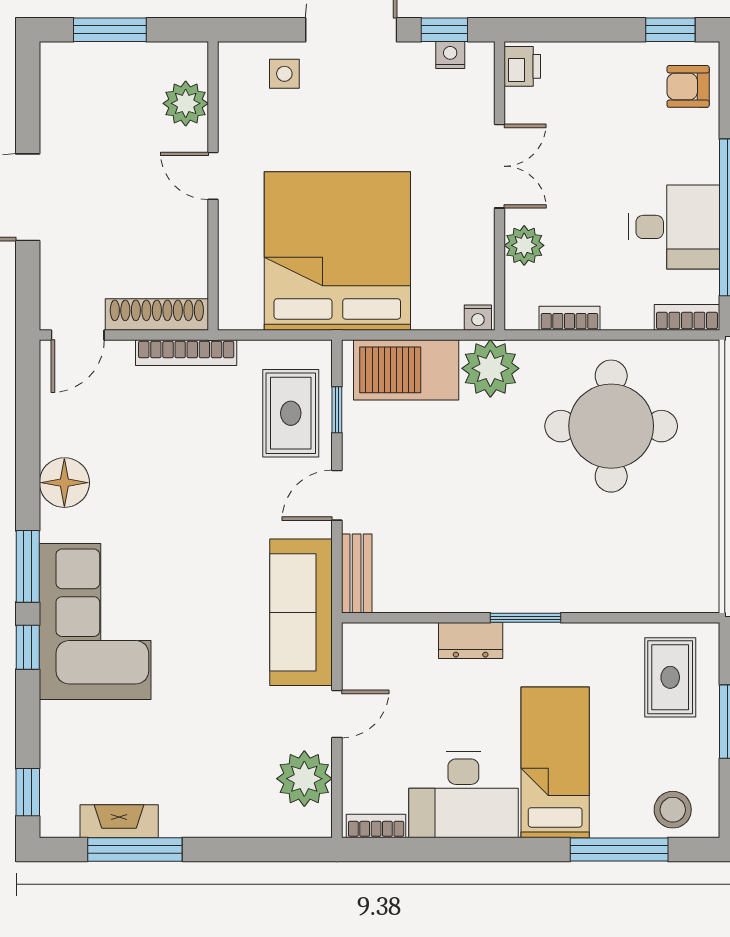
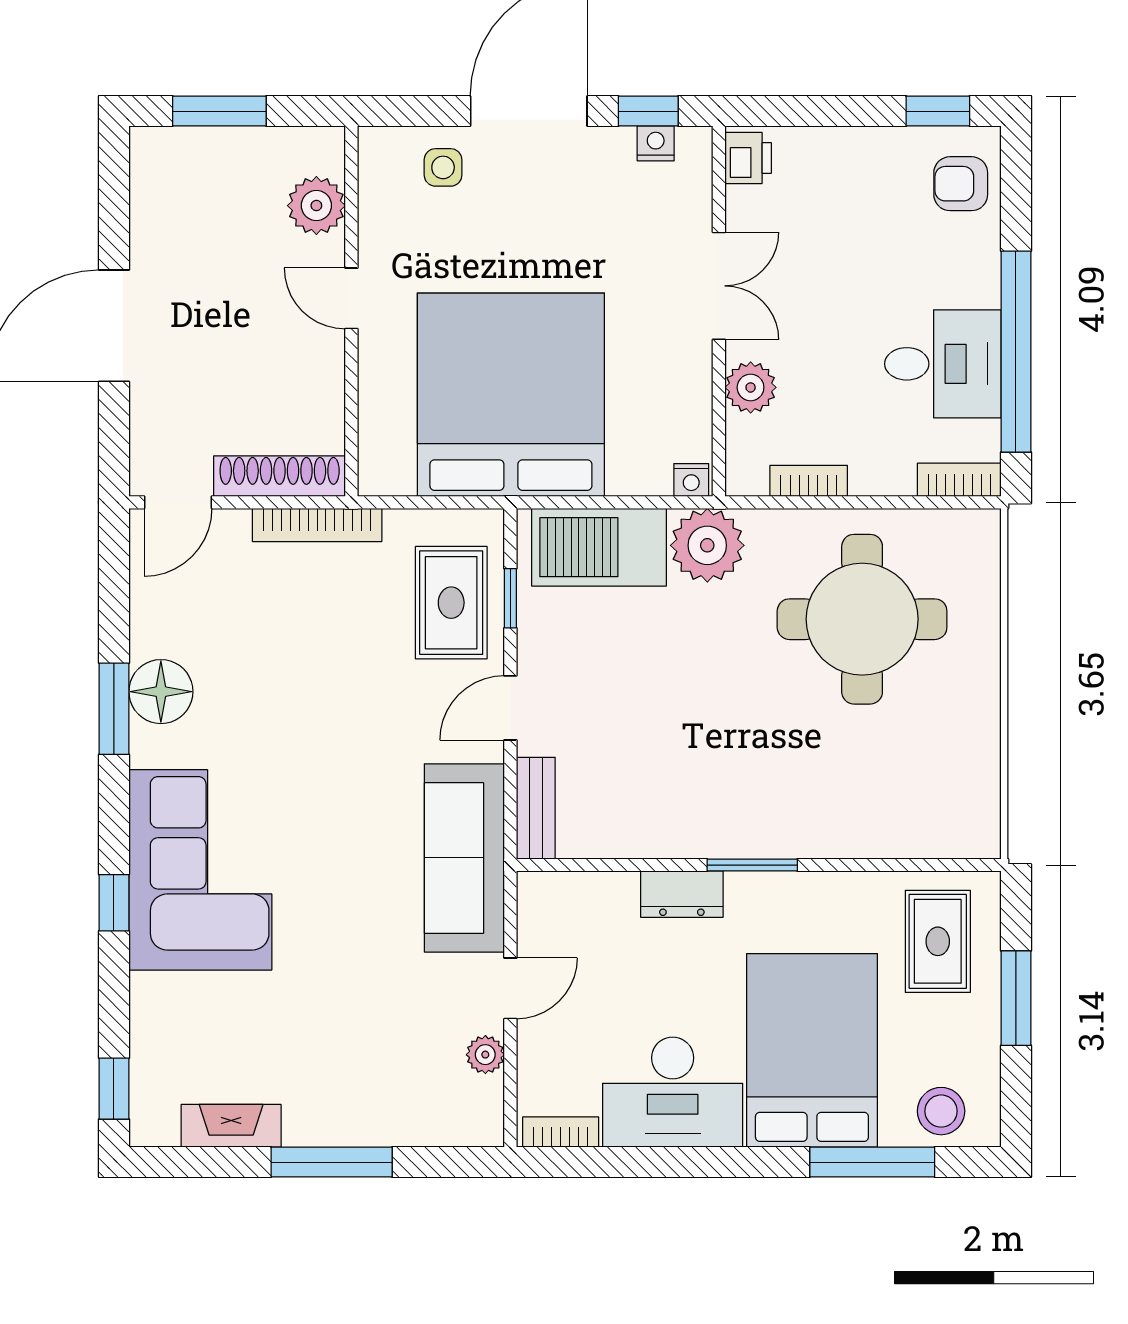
window: (28, 566) -> (114, 709), moved
bed: (555, 762) -> (812, 1050), width x1.50
plant: (304, 779) -> (485, 1055), width x0.53, depth x0.53
window: (135, 849) -> (332, 1162), moved

